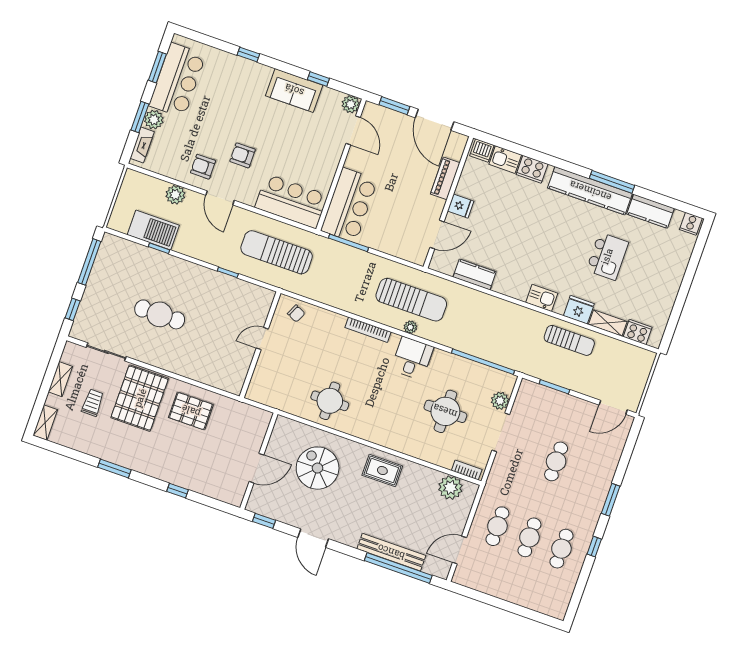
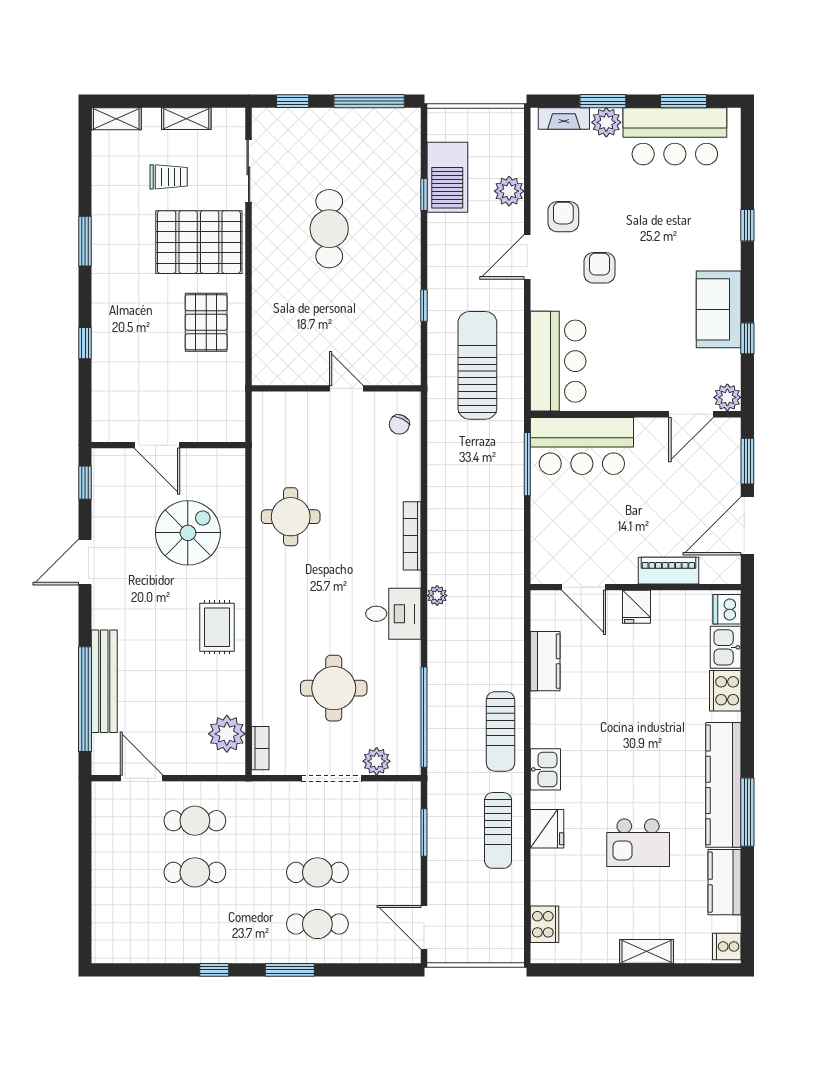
sun lounger: (411, 300) -> (501, 731), moved, width x0.73, depth x0.75
shelving: (608, 323) -> (646, 951), moved, turned 90
cafe table: (561, 549) -> (317, 924), moved

